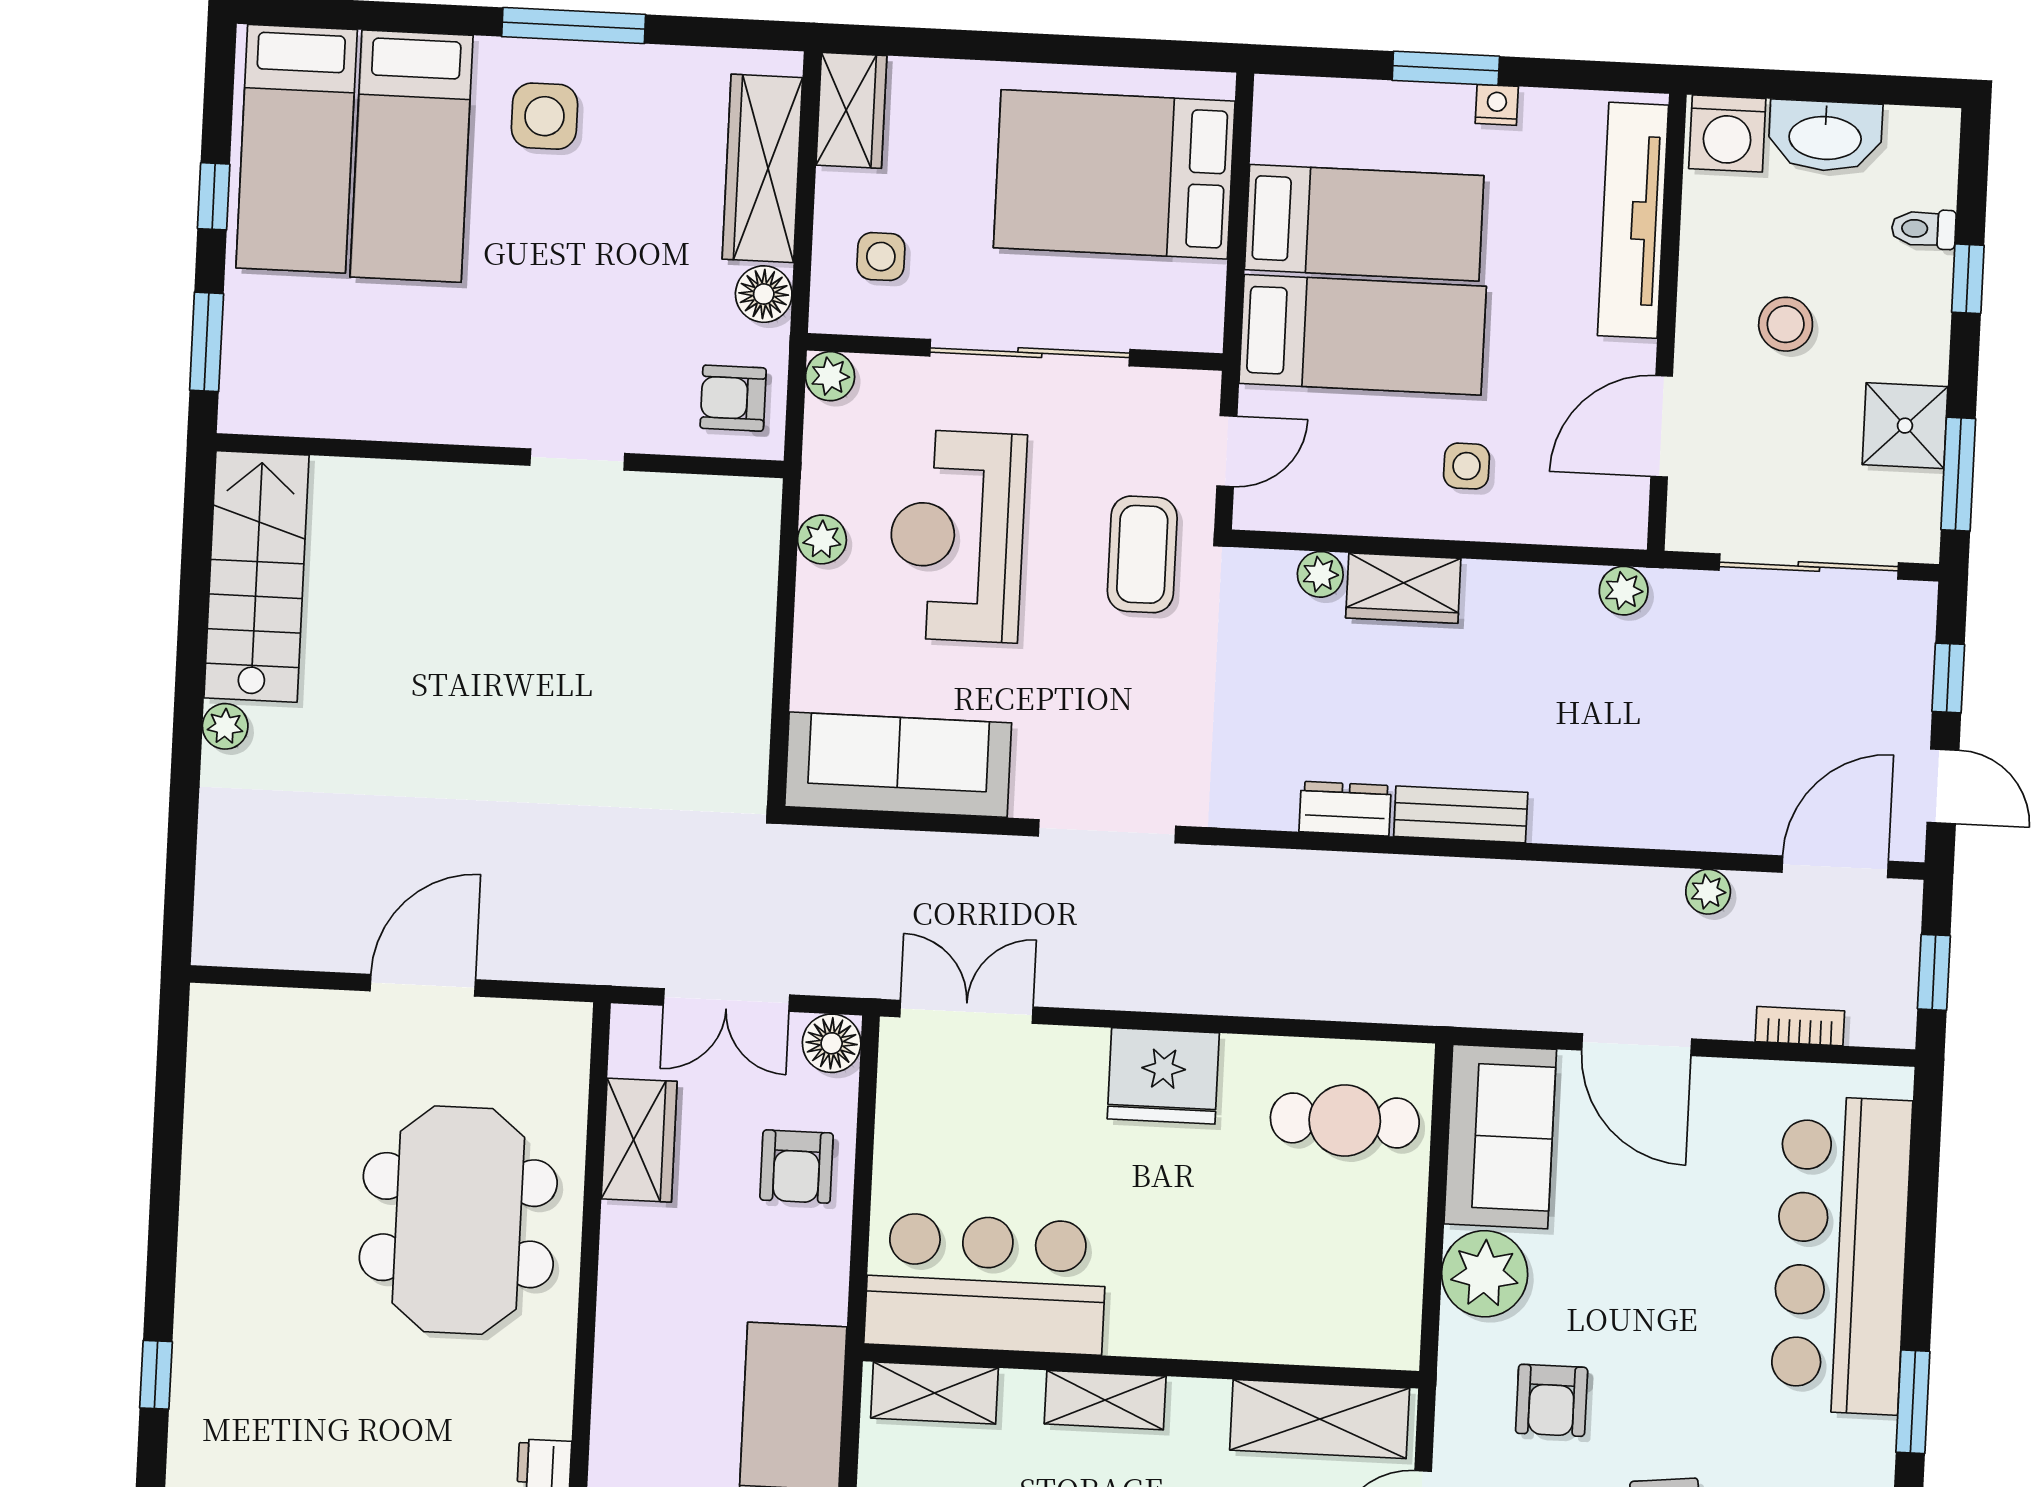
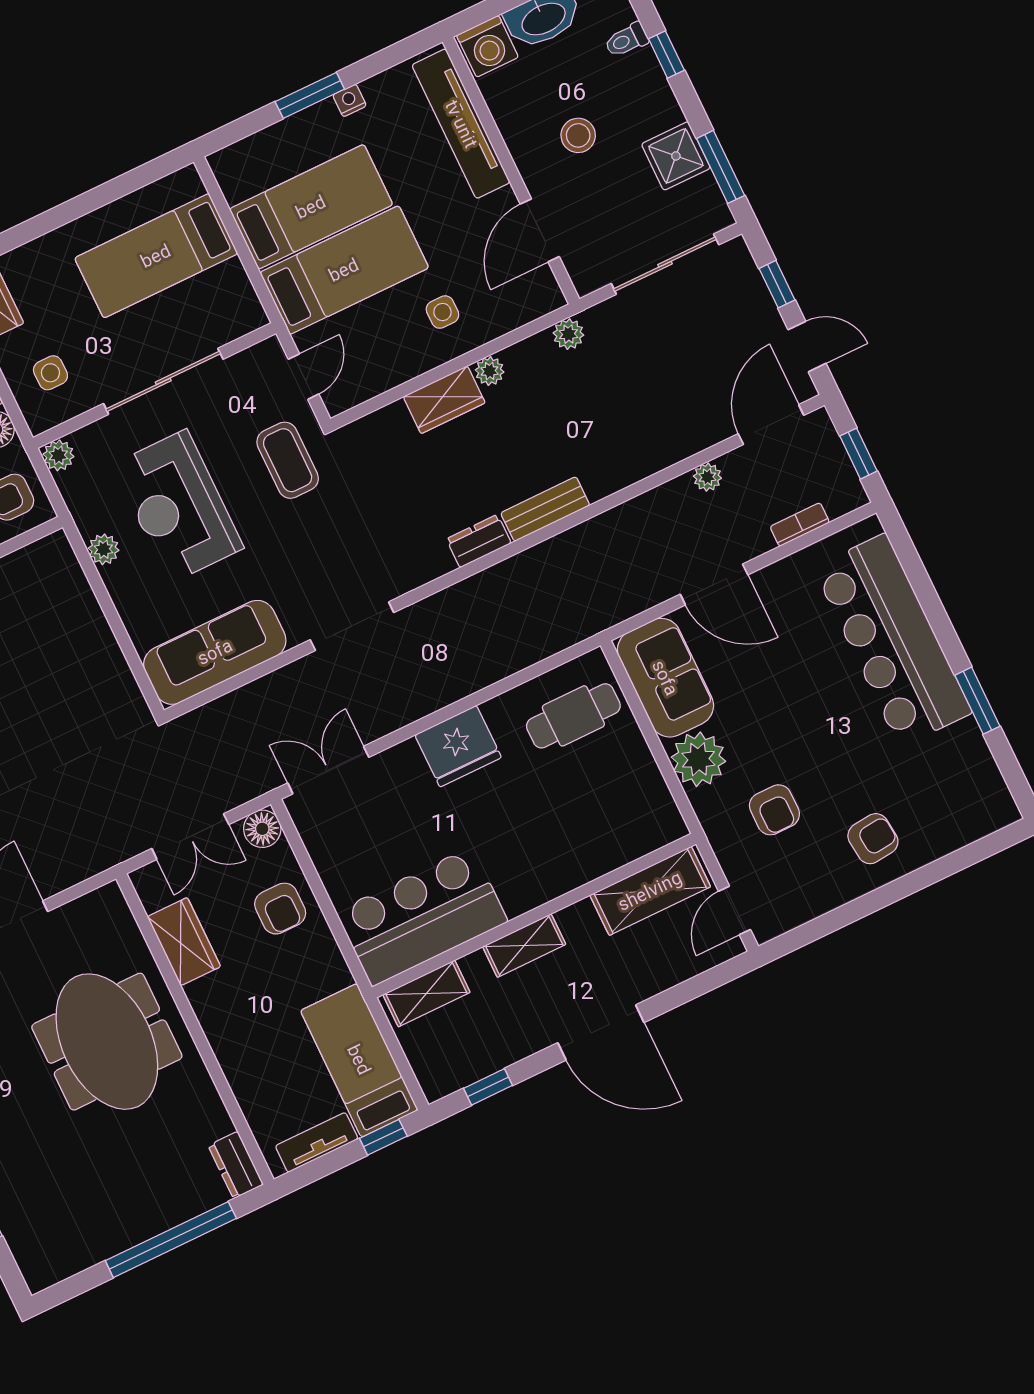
bed: (1114, 174) -> (156, 256), width x0.67
plant: (1320, 574) -> (490, 371), moved

